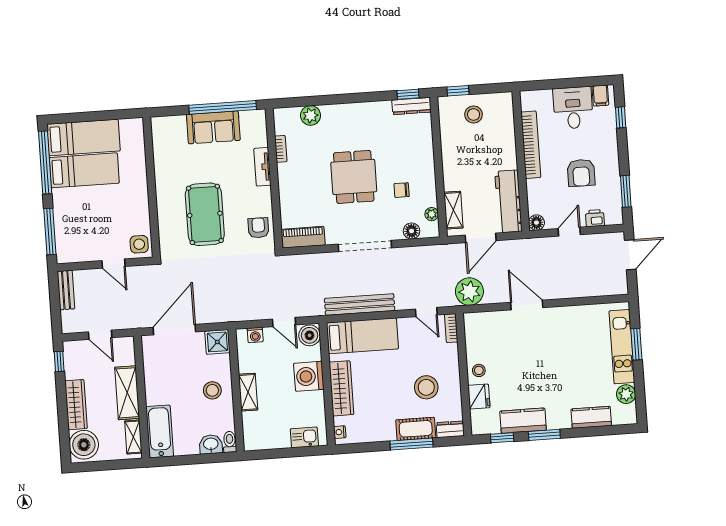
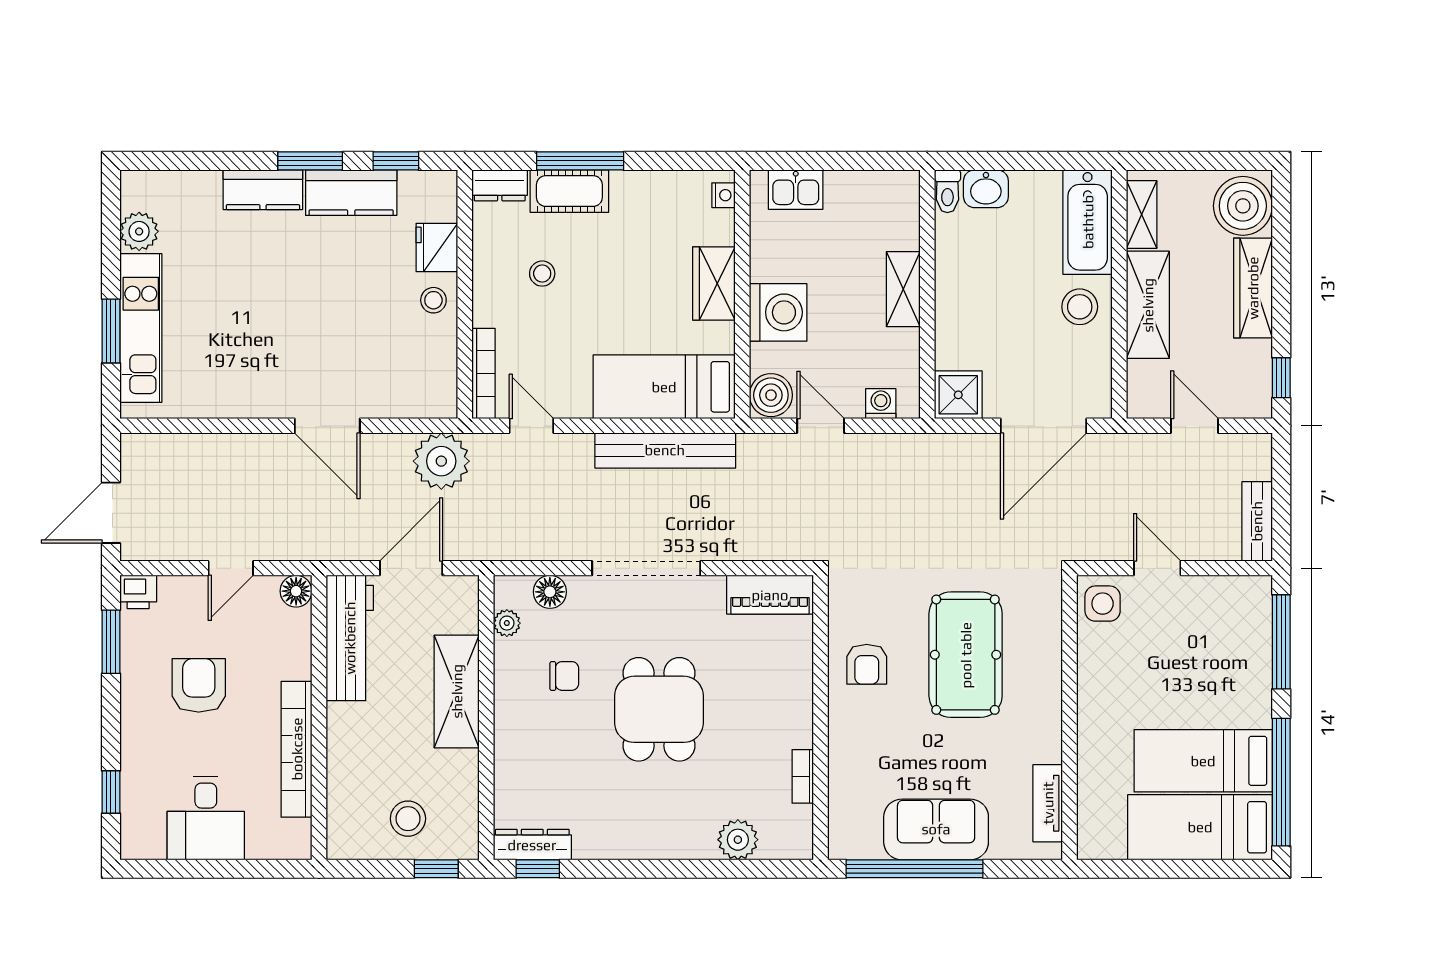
filing cabinet: (600, 96) -> (149, 839), removed
tv unit: (262, 167) -> (1048, 803), moved, turned 180
shelving: (453, 210) -> (457, 691), moved, width x1.50, depth x1.33
printer: (595, 218) -> (138, 592), moved
armchair: (258, 228) -> (867, 664), moved
bookcase: (451, 328) -> (484, 374), width x1.56
stool: (426, 387) -> (542, 274), width x0.53, depth x0.53
wardrobe: (341, 388) -> (714, 283), width x0.67
stool: (212, 390) -> (1080, 307), moved
kitchen counter: (591, 417) -> (263, 190), moved

